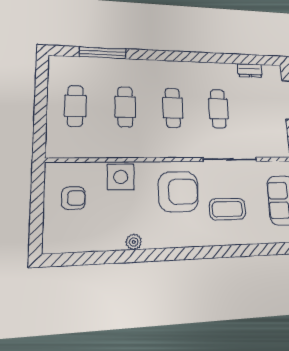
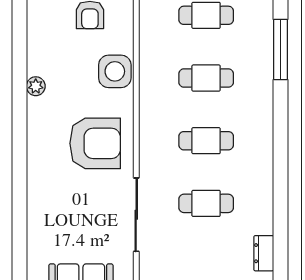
armchair: (178, 192) -> (95, 143), turned -90
coffee table: (227, 209) -> (72, 207), removed

